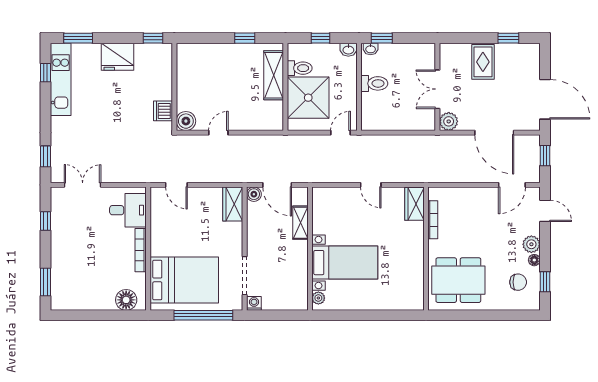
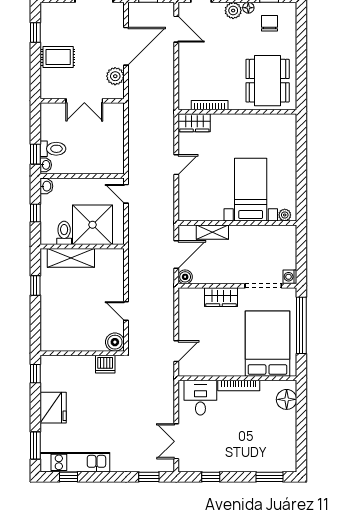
toilet: (374, 83) -> (53, 149), moved, turned 90
plant: (449, 121) -> (115, 76), moved
wardrobe: (233, 204) -> (221, 297), moved

